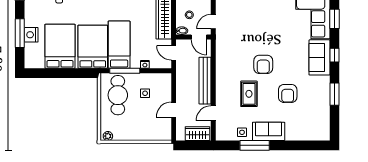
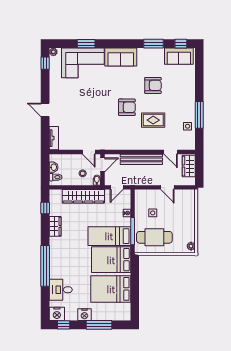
nightstand: (31, 35) -> (84, 315), moved
window: (334, 55) -> (181, 44), moved
sofa: (269, 131) -> (179, 56), moved, turned -90

